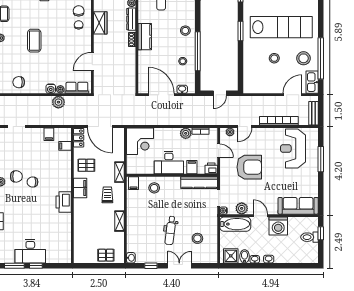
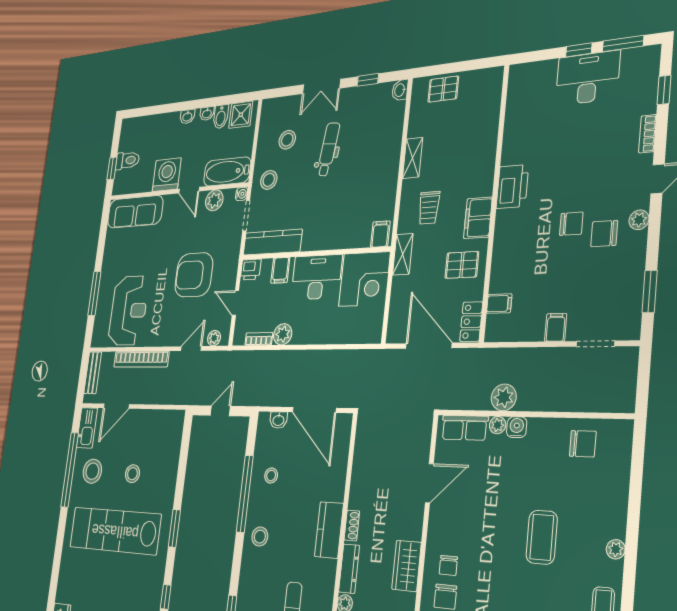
filing cabinet: (49, 134) -> (556, 327), moved
corner desk: (140, 141) -> (364, 279), moved, turned 180
stool: (154, 188) -> (269, 180), moved

